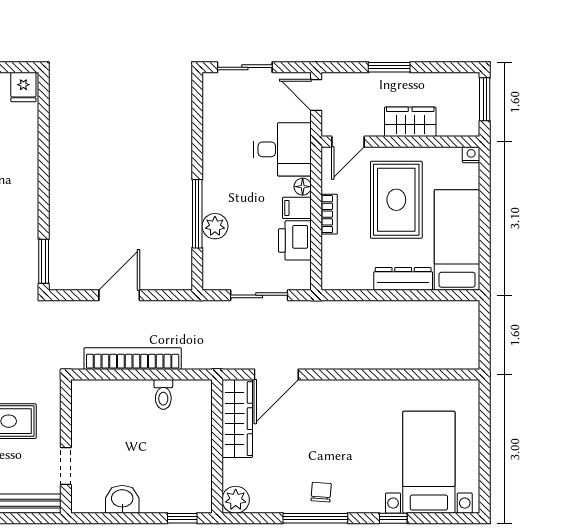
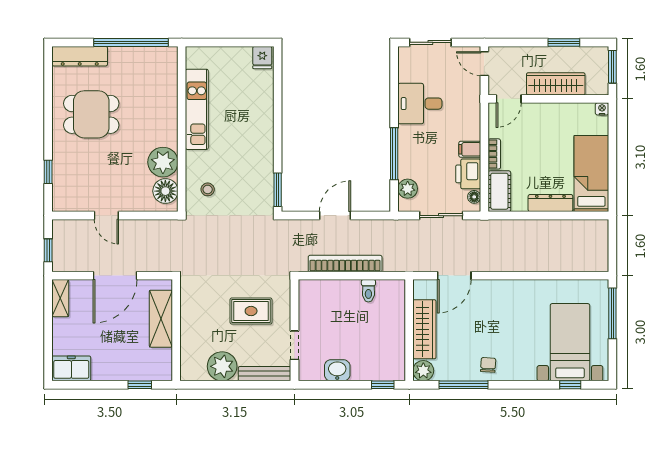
window: (389, 67) -> (564, 42), moved
wardrobe: (410, 122) -> (556, 84), width x1.50
desk: (282, 149) -> (420, 104), moved, turned 180
floor lamp: (303, 187) -> (474, 197), moved
rug: (396, 200) -> (545, 143), removed
plant: (215, 226) -> (408, 189), moved
cot: (336, 263) -> (499, 191), added
wardrobe: (237, 419) -> (424, 329), moved
window: (485, 424) -> (612, 313), added
window: (315, 518) -> (463, 385), moved
window: (393, 518) -> (570, 385), moved

